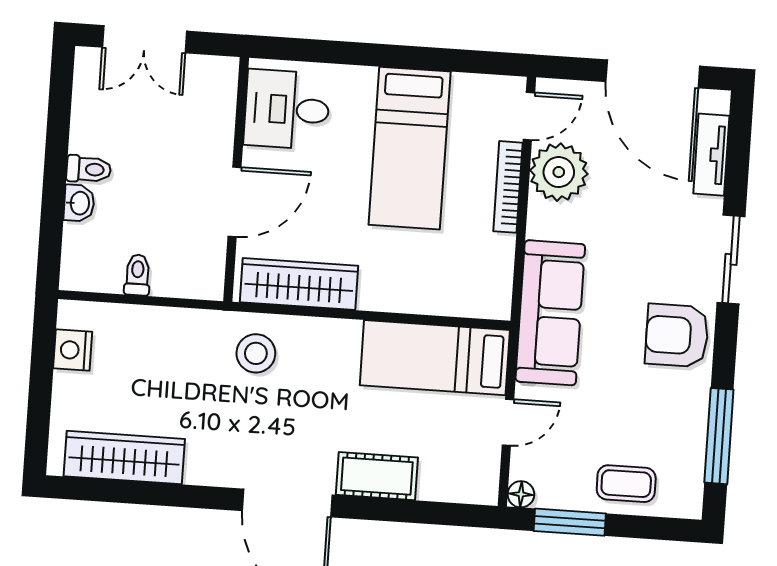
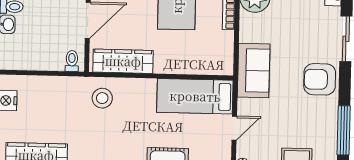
toilet: (137, 275) -> (72, 61), moved
sofa: (550, 313) -> (254, 70), width x0.73

